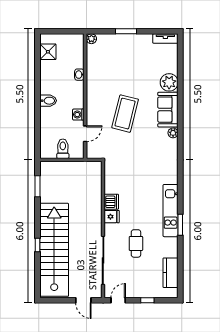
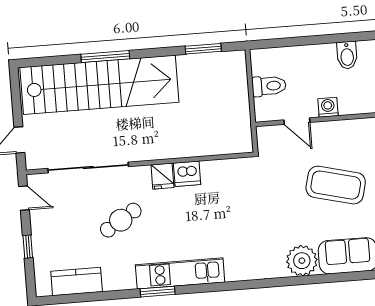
plant: (173, 133) -> (302, 261), width x1.88, depth x1.88
cafe table: (136, 243) -> (121, 220), turned -32
window: (38, 245) -> (105, 57), width x2.17

